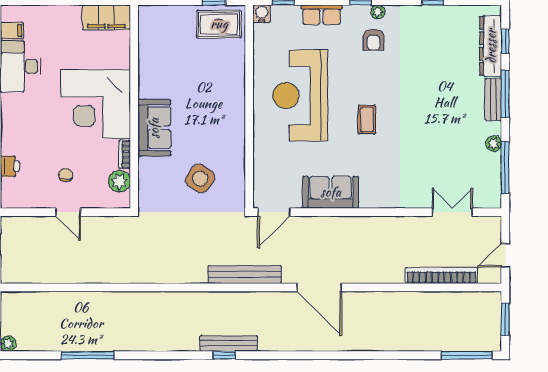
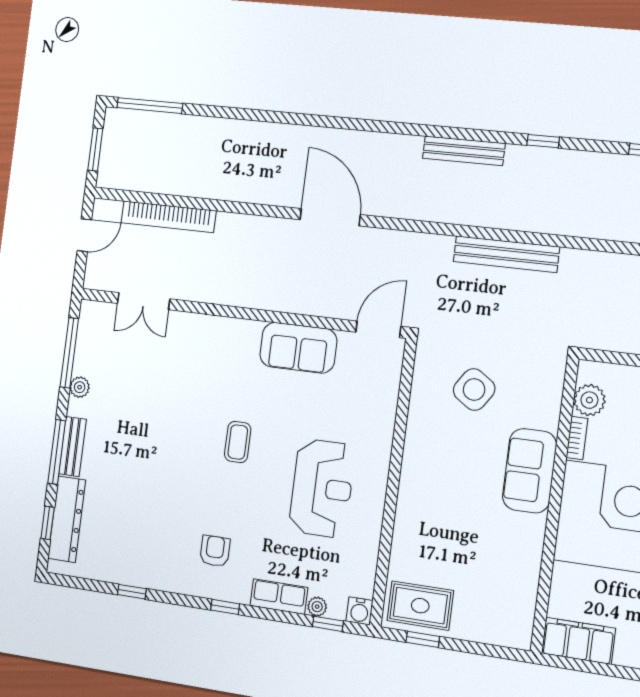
plant: (378, 12) -> (317, 607), moved
reception desk: (300, 95) -> (322, 488), width x0.74, depth x0.77
bench: (245, 275) -> (506, 254), moved
window: (224, 355) -> (543, 141), moved

